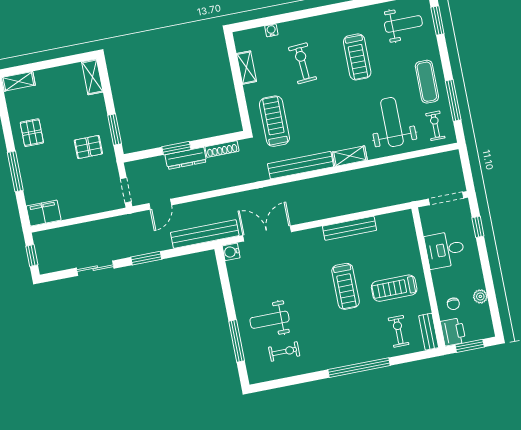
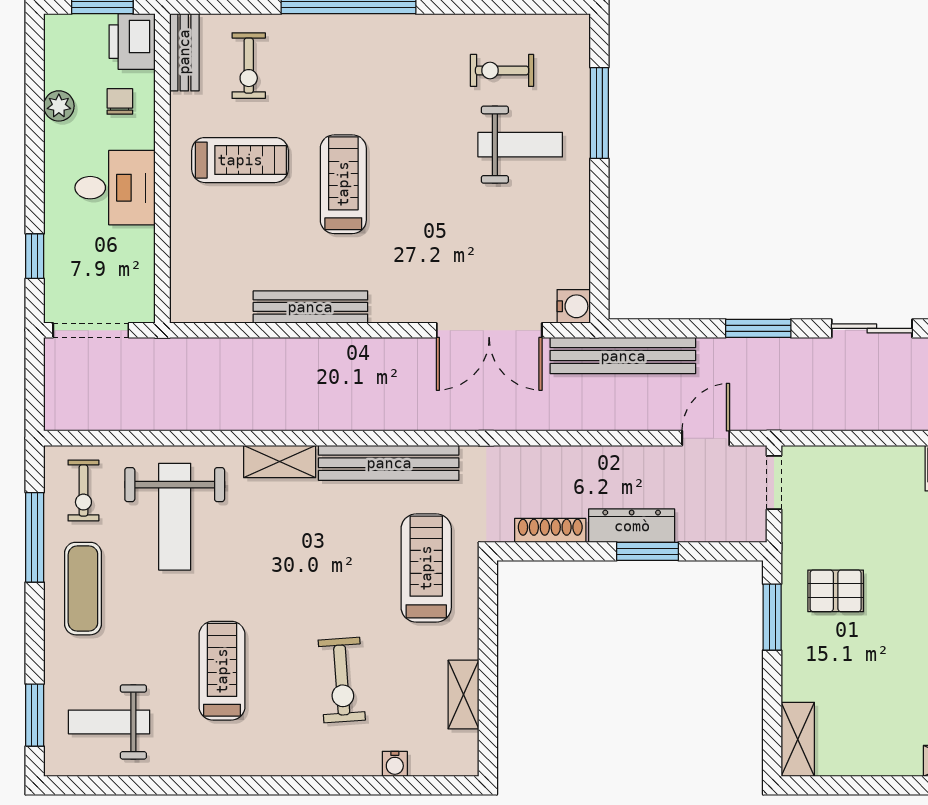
treadmill: (274, 121) -> (426, 568), turned 180
desk: (445, 250) -> (115, 188), moved

